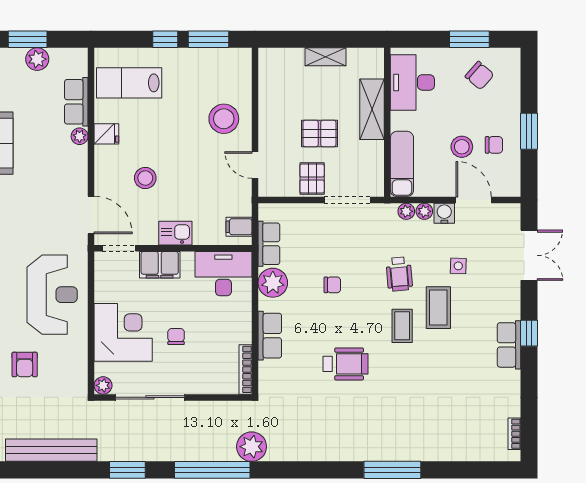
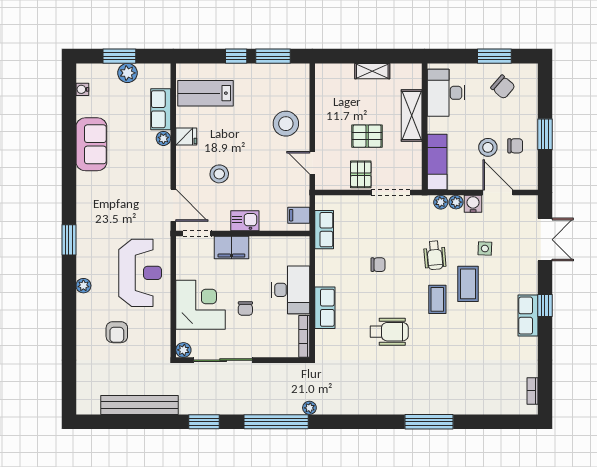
desk: (223, 274) -> (291, 290), moved, turned 90
plant: (273, 283) -> (327, 263), removed
chair: (176, 337) -> (245, 308), turned 180
plant: (252, 447) -> (309, 408), width x0.53, depth x0.53

